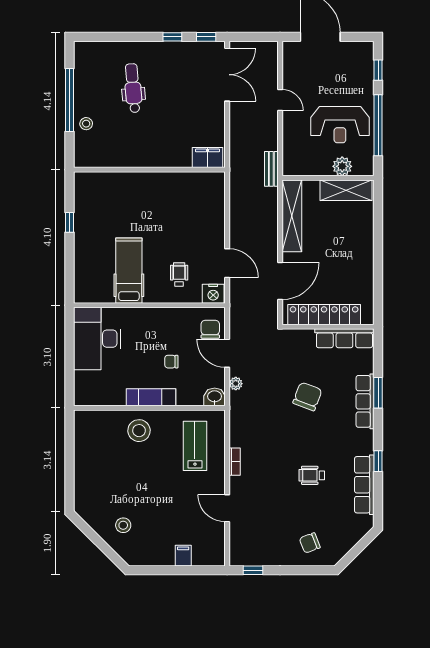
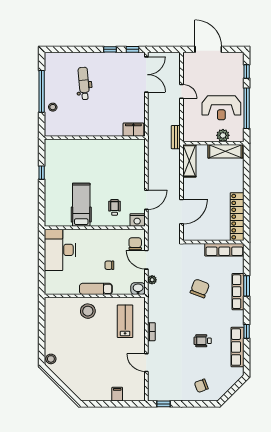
shelving: (292, 216) -> (189, 161), width x0.68
door: (227, 263) -> (146, 200), hinge flipped
locker: (324, 315) -> (237, 217), moved, turned -90
stool: (123, 525) -> (51, 359), moved

